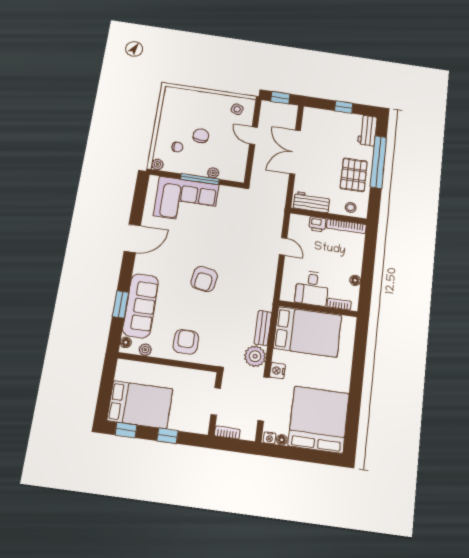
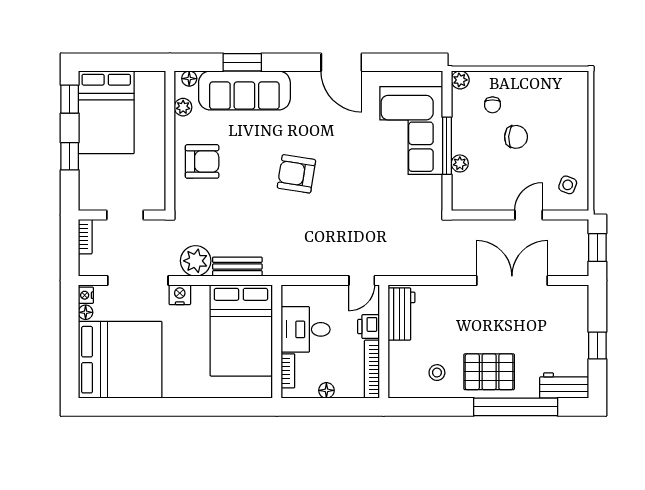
workbench: (312, 202) -> (401, 314), moved
wall: (329, 216) -> (384, 341), moved
printer: (317, 224) -> (368, 327), moved
bookcase: (346, 226) -> (372, 369), moved

